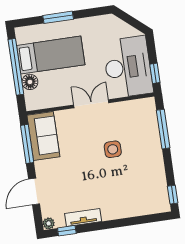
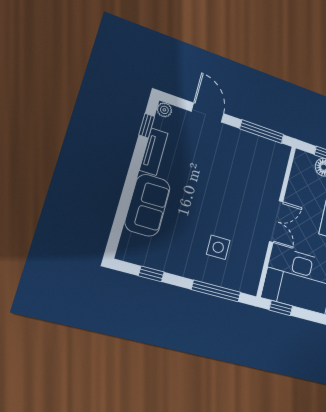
sofa: (43, 136) -> (148, 205), moved, turned -90
side table: (113, 149) -> (218, 247), moved
window: (173, 195) -> (151, 274), moved

